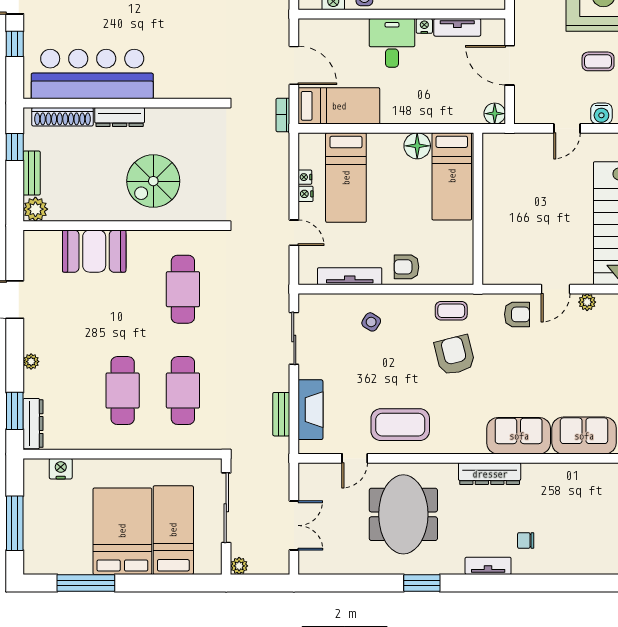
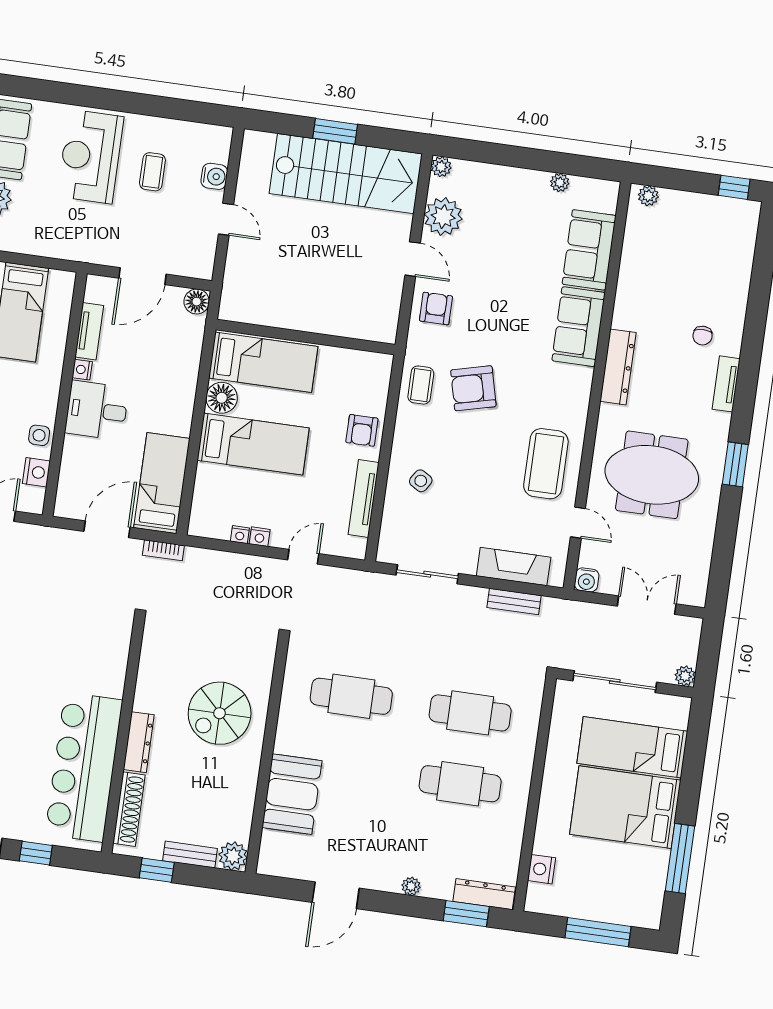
bed: (346, 178) -> (253, 444), moved
spiral stairs: (153, 181) -> (220, 713), turned 90
plant: (587, 302) -> (443, 217), width x1.88, depth x1.88
water cooler: (308, 472) -> (587, 580), added

